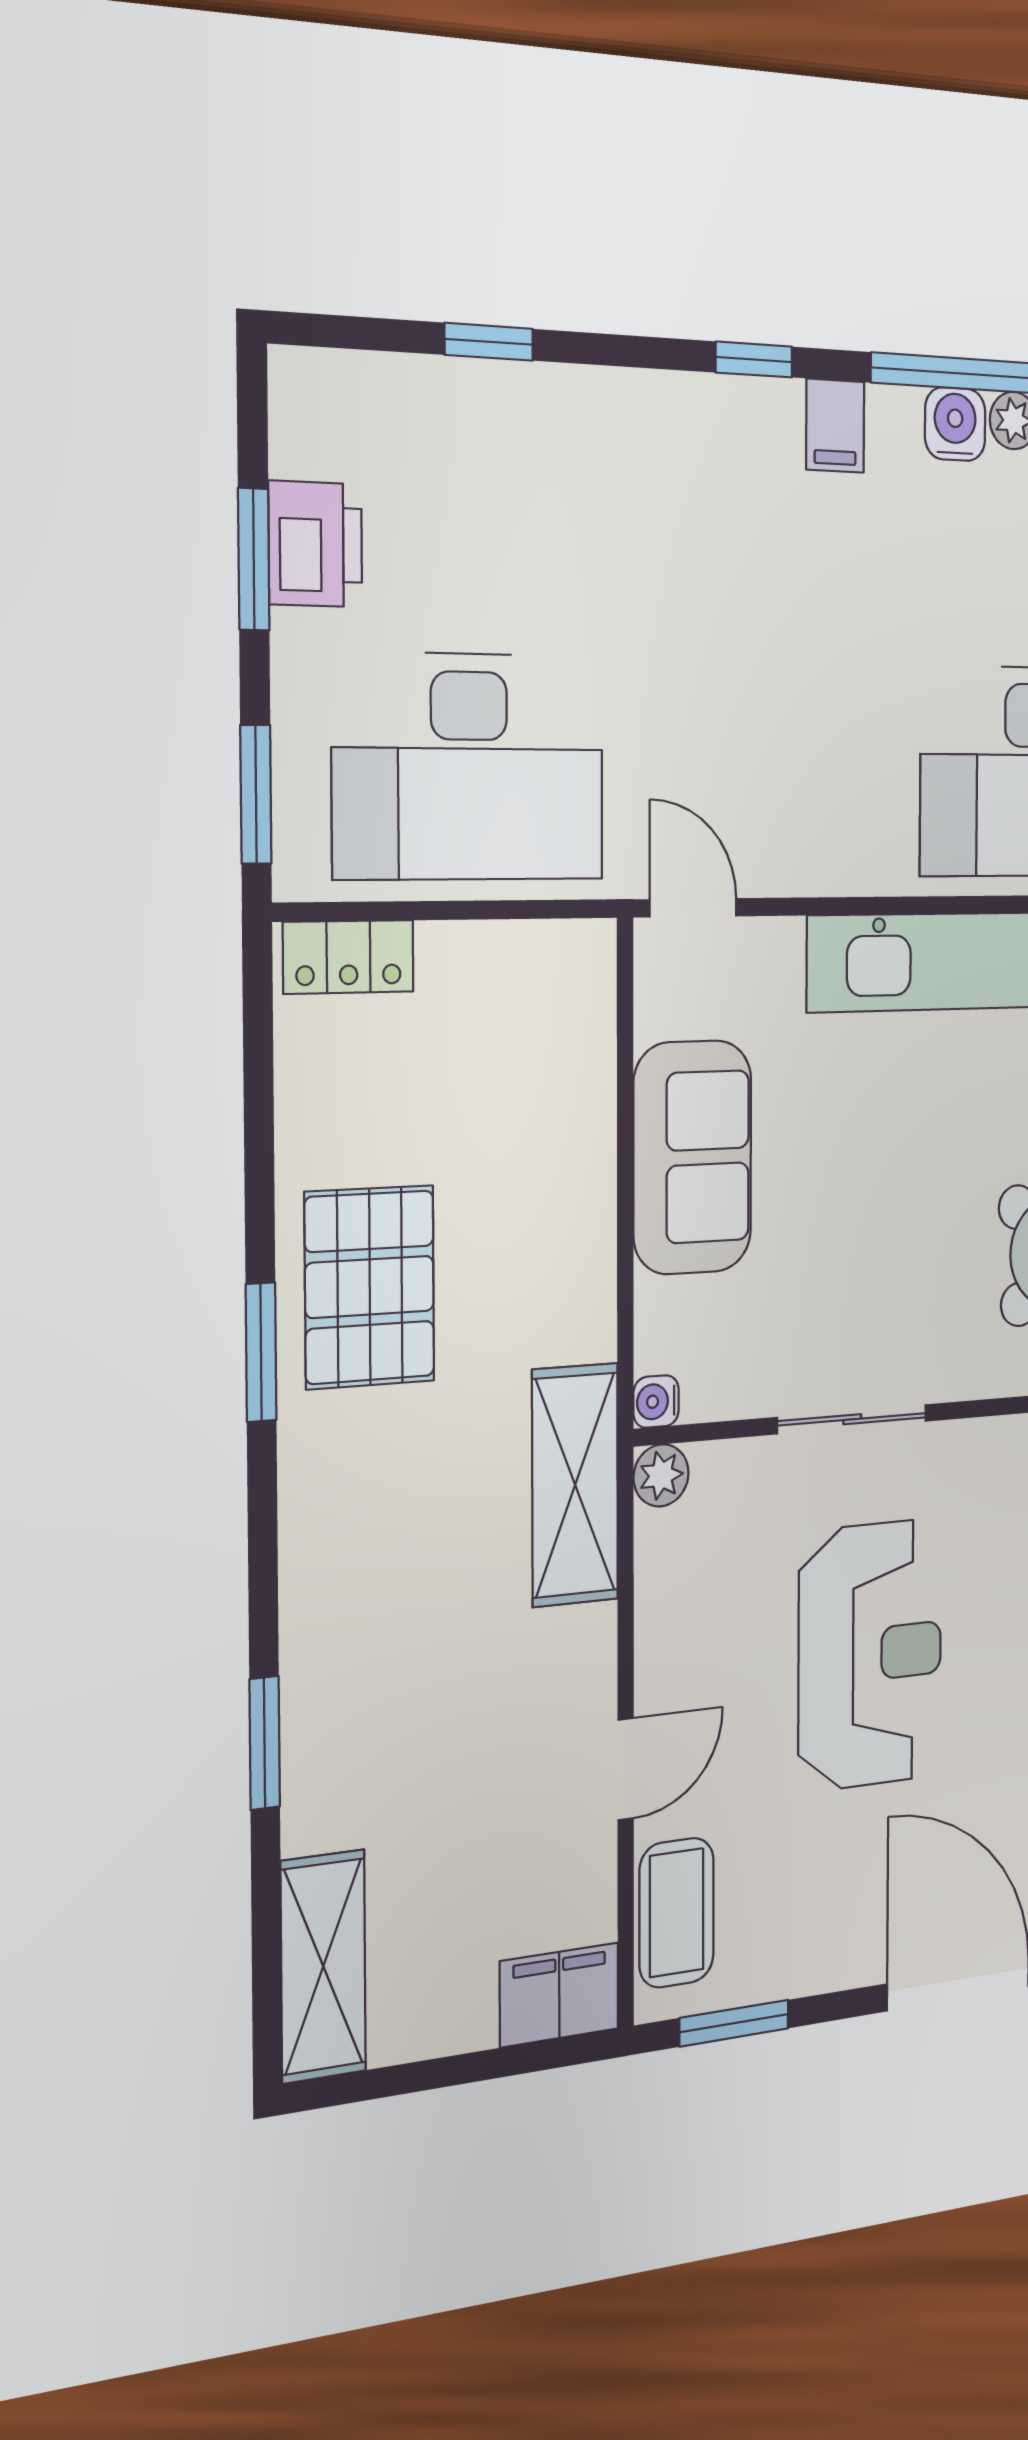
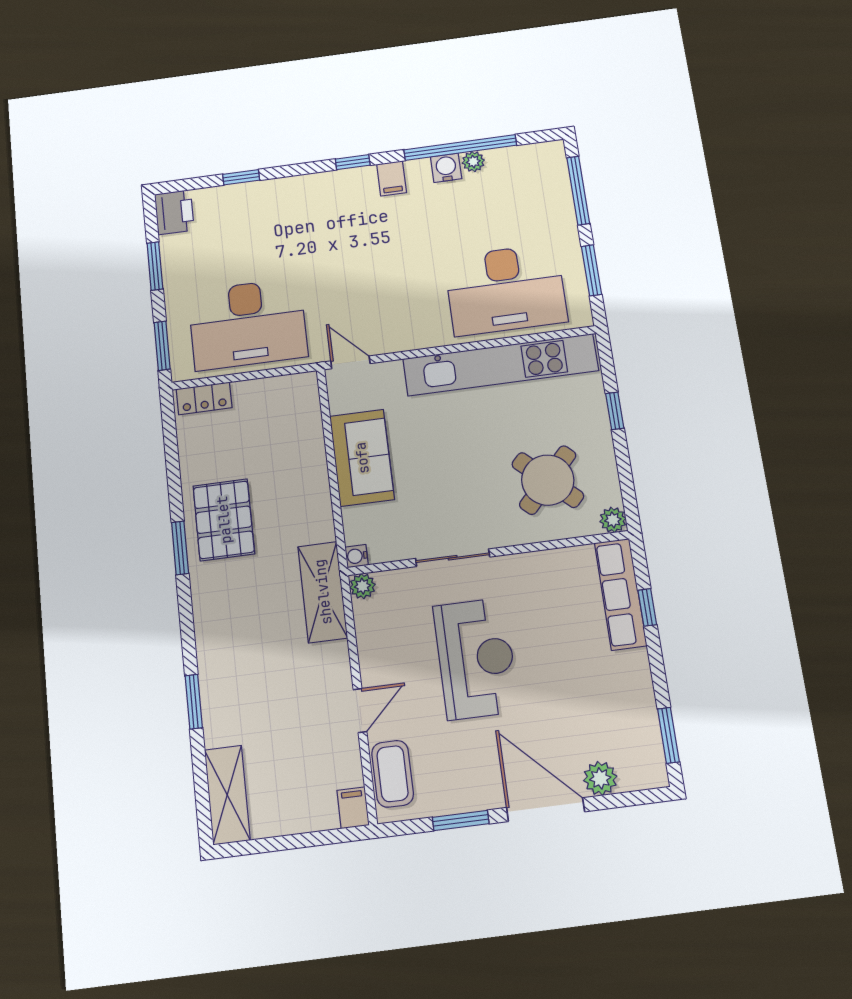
printer: (315, 544) -> (174, 212), moved
filing cabinet: (559, 1995) -> (353, 808), width x0.50
window: (734, 2023) -> (461, 820), moved

